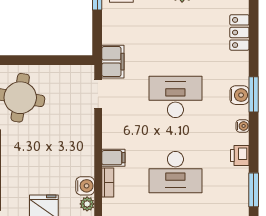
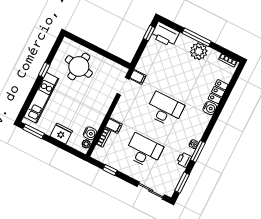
filing cabinet: (113, 62) -> (138, 77), width x0.50
window: (254, 94) -> (198, 151), moved
water cooler: (240, 95) -> (210, 108), moved
desk: (175, 172) -> (144, 151), turned 180

